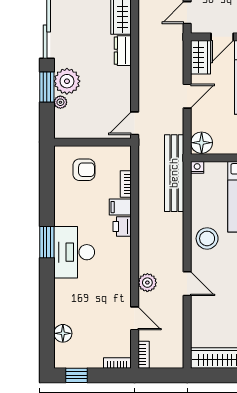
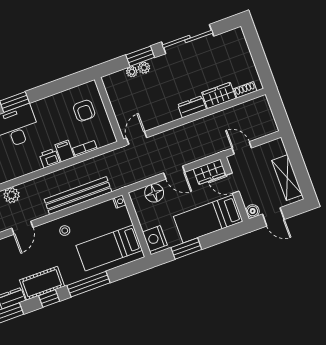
plant: (67, 81) -> (144, 68), width x0.53, depth x0.53
door: (135, 123) -> (137, 138), hinge flipped
floor lamp: (202, 143) -> (154, 193), moved
bench: (174, 173) -> (78, 196), moved
stool: (207, 238) -> (65, 231), width x0.53, depth x0.53

